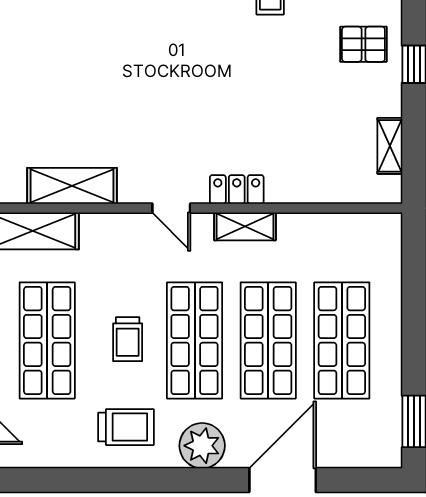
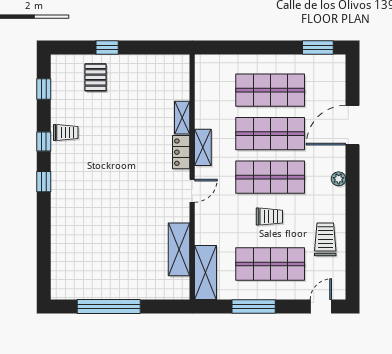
shelving: (390, 146) -> (182, 118), moved, turned 90
trolley: (126, 427) -> (325, 239), moved
plant: (202, 446) -> (339, 179), width x0.53, depth x0.53
door: (283, 480) -> (353, 125), hinge flipped

